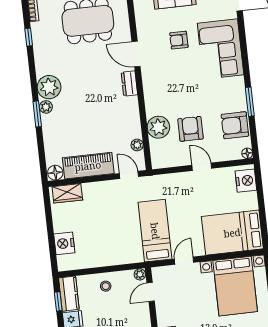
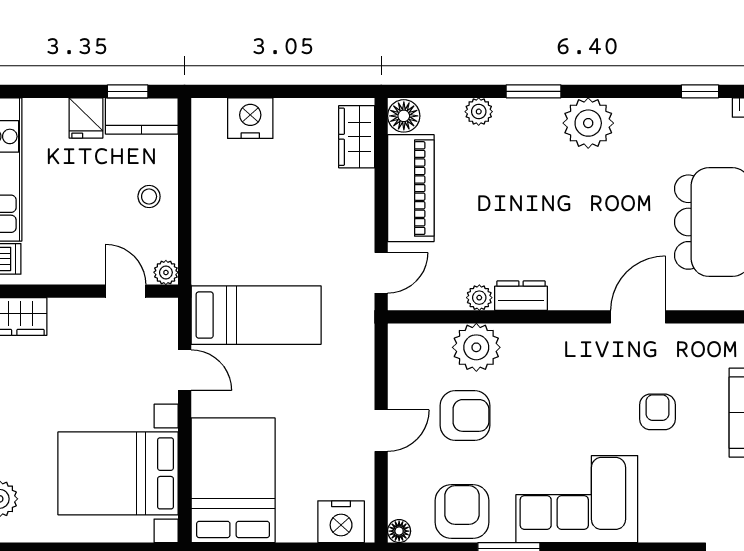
corner sofa: (221, 49) -> (577, 499), moved
dresser: (129, 83) -> (521, 296), moved
plant: (46, 107) -> (479, 112), moved
plant: (137, 145) -> (479, 298), moved

